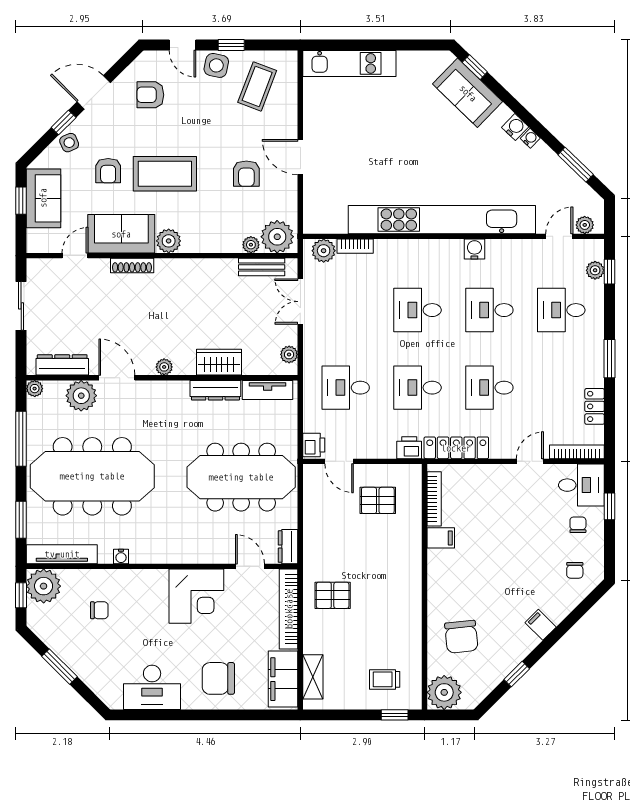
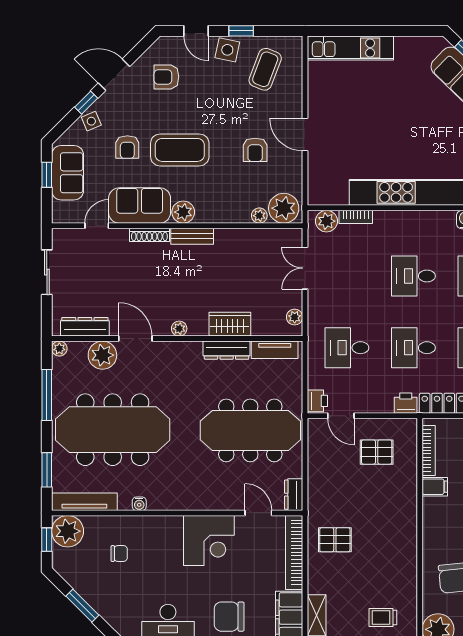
bench: (262, 267) -> (192, 236), moved

